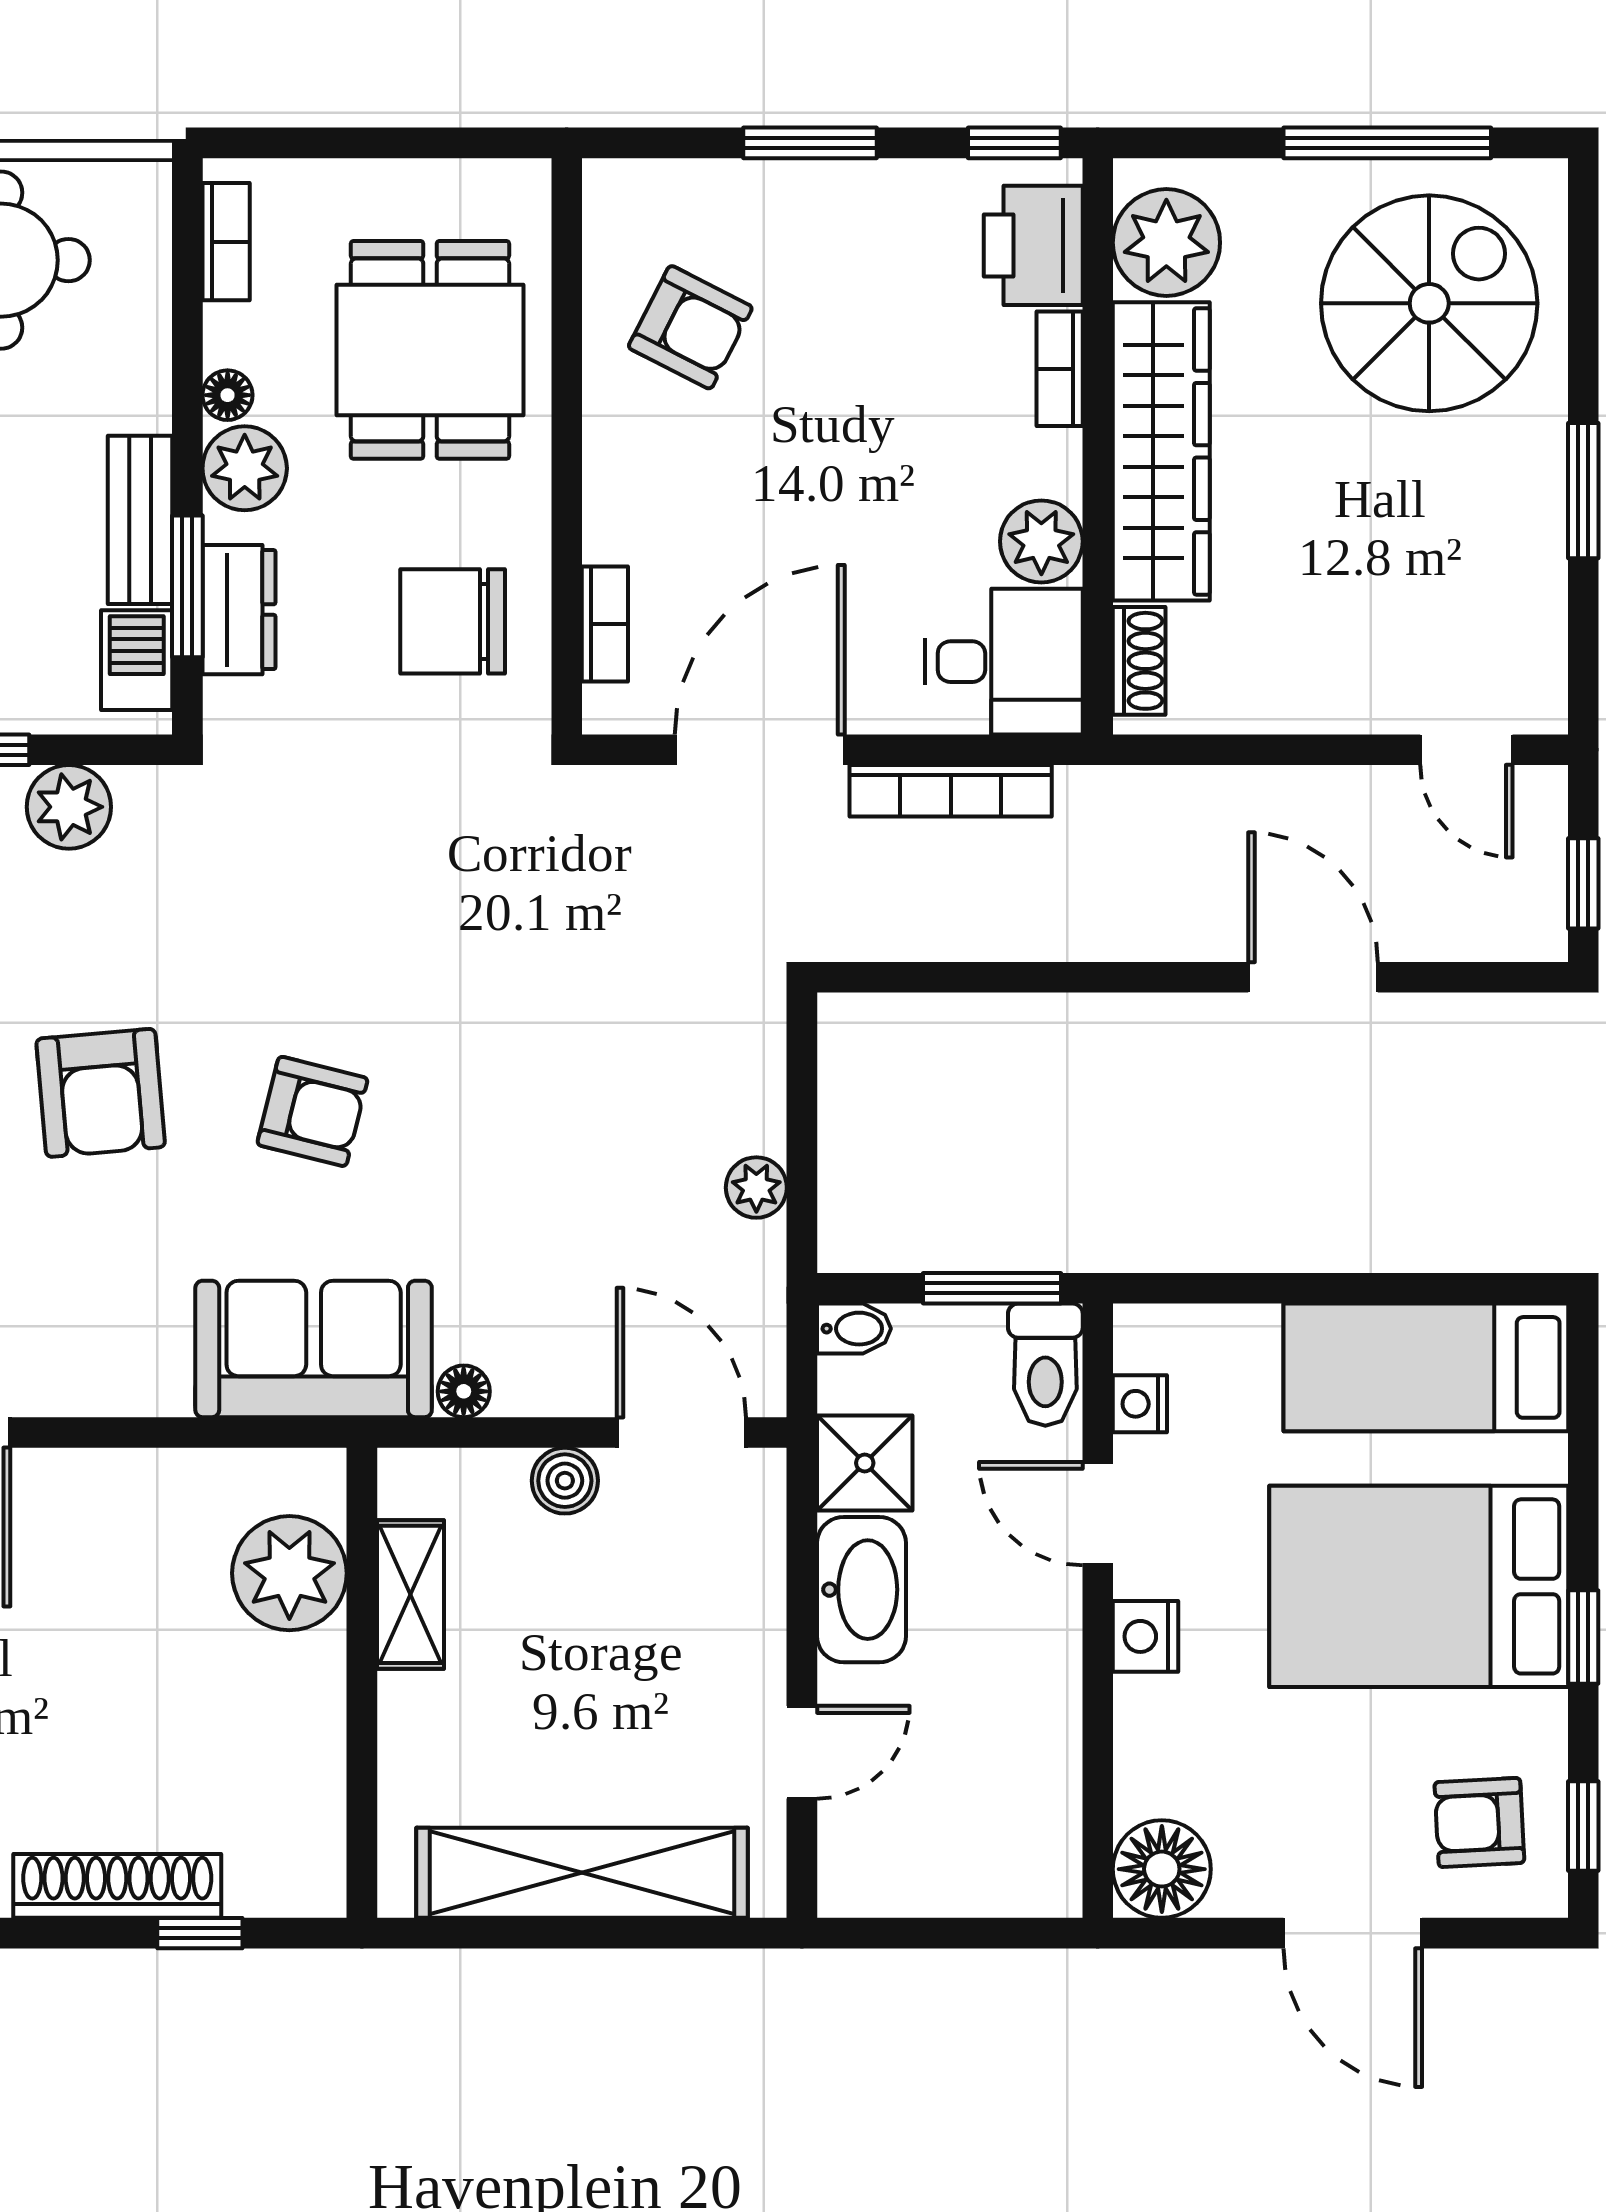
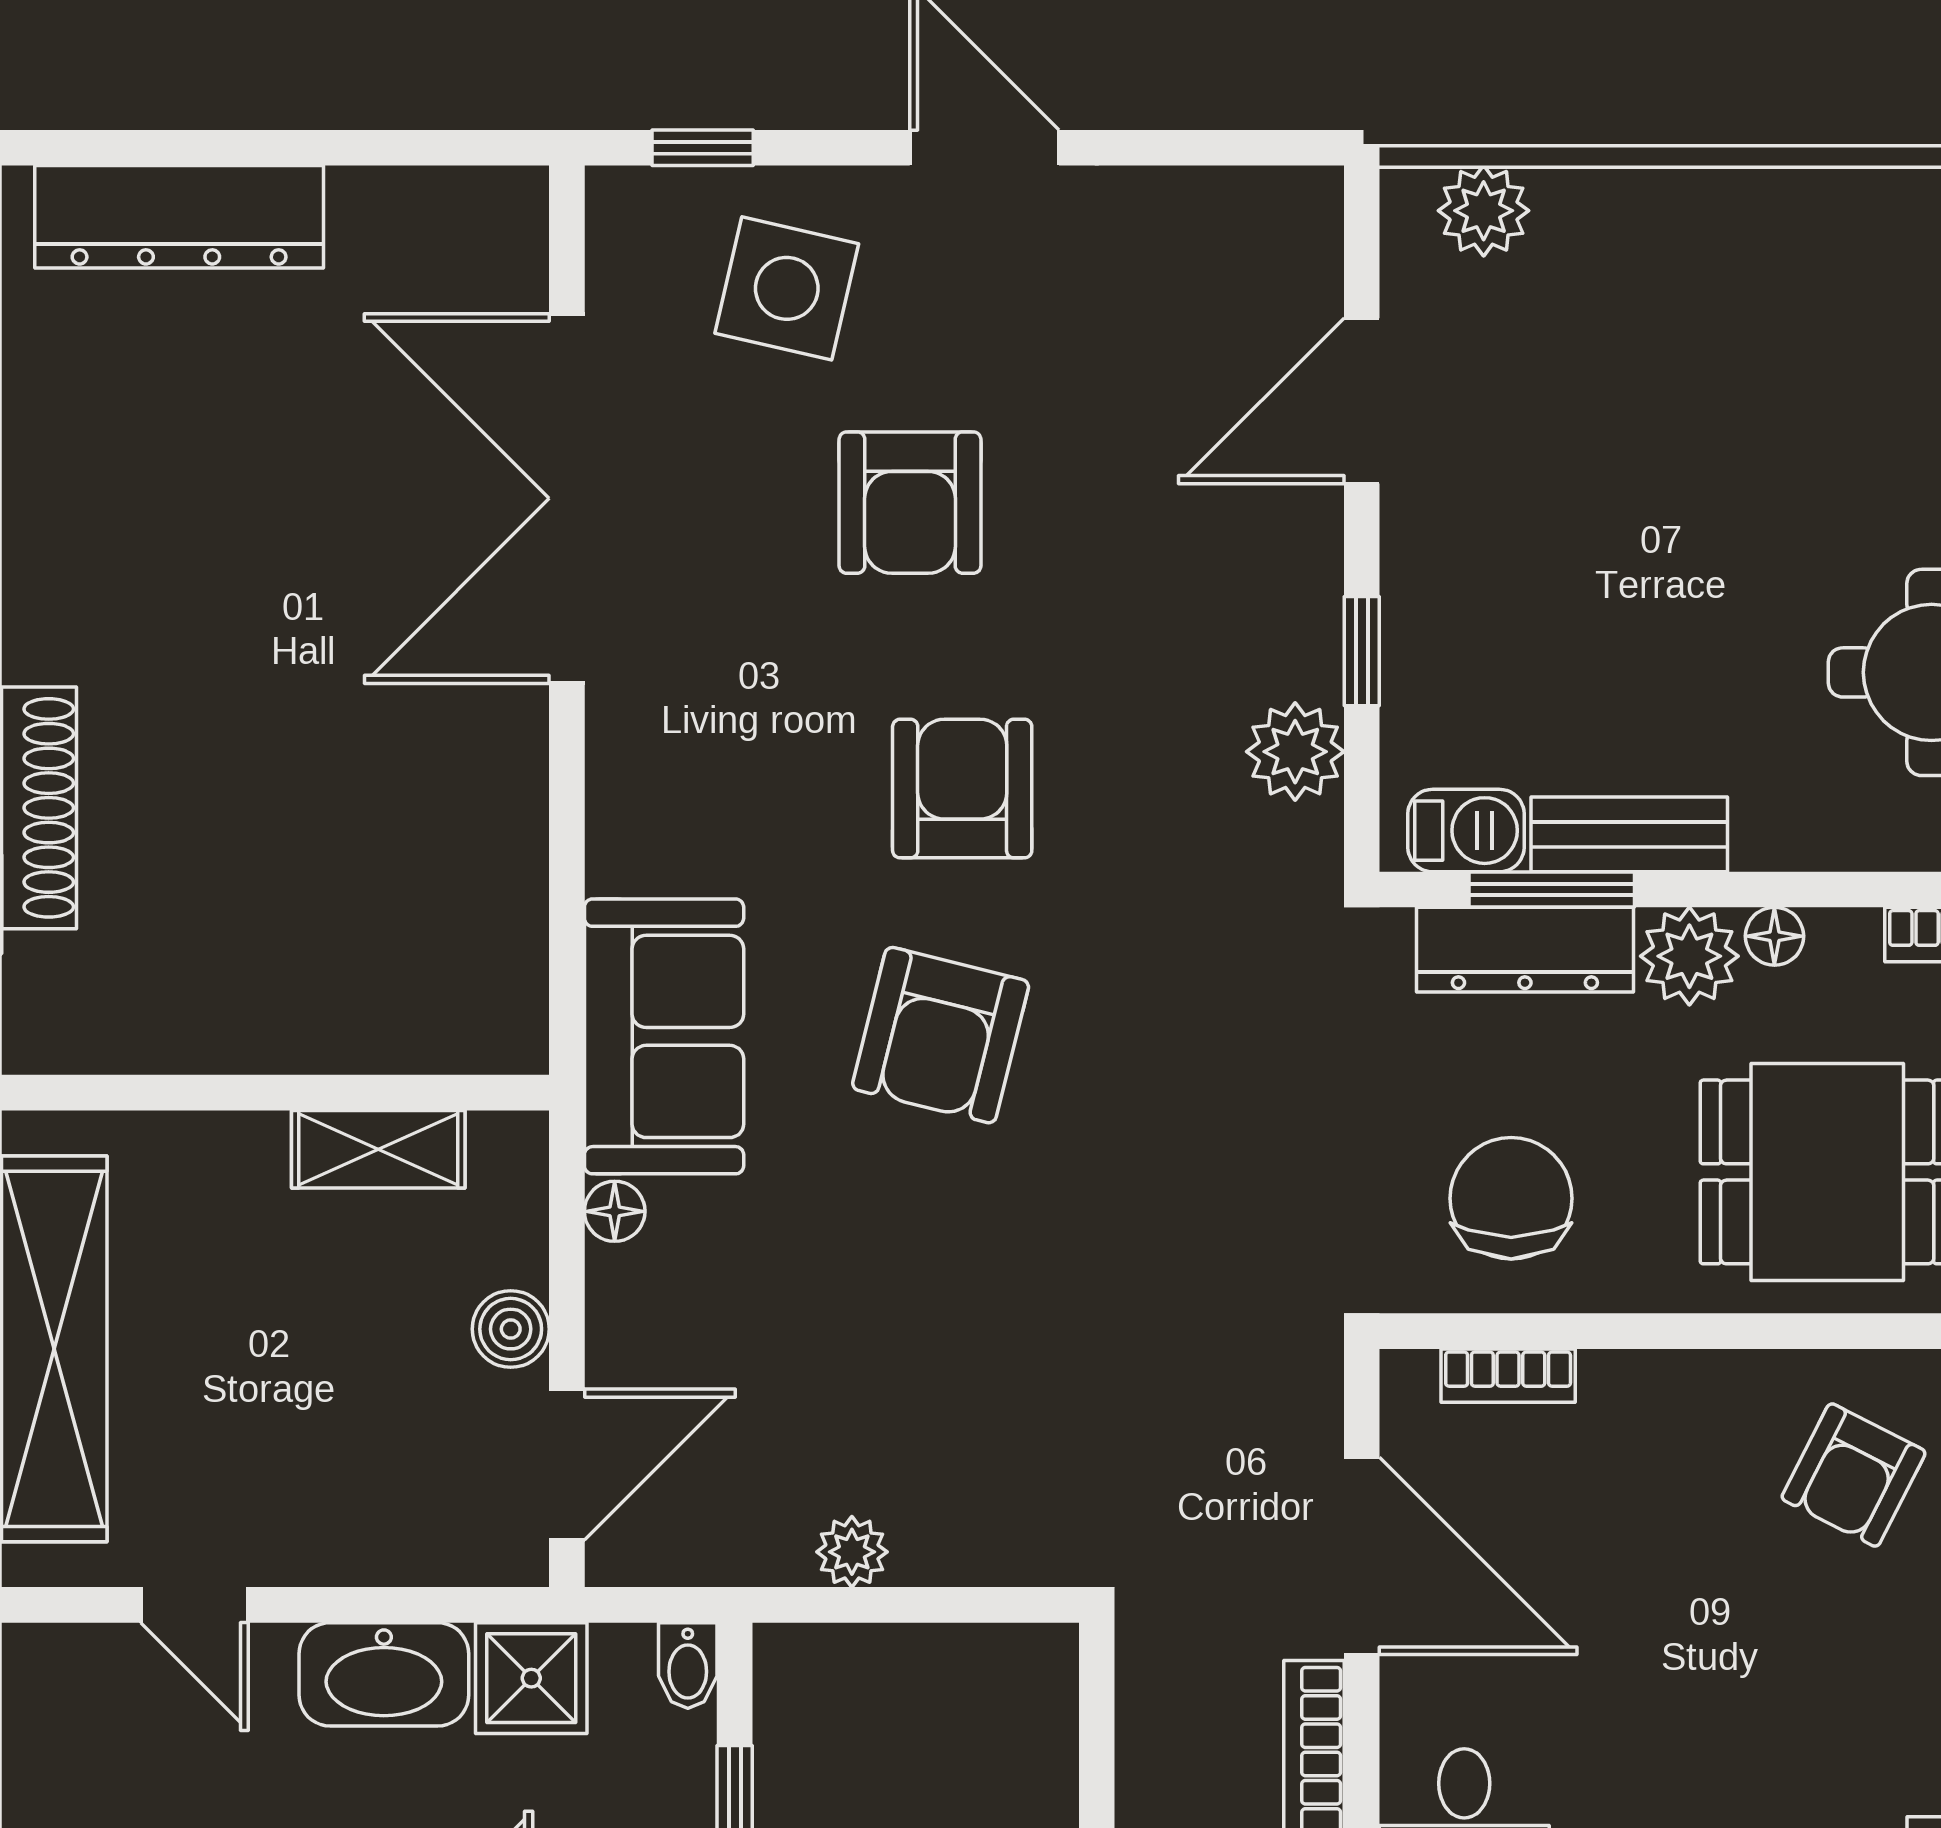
dresser: (239, 610) -> (1525, 950), width x1.44
armchair: (101, 1093) -> (962, 789), turned 95
armchair: (312, 1111) -> (941, 1035), width x1.38, depth x1.38
plant: (289, 1573) -> (403, 1008), removed

